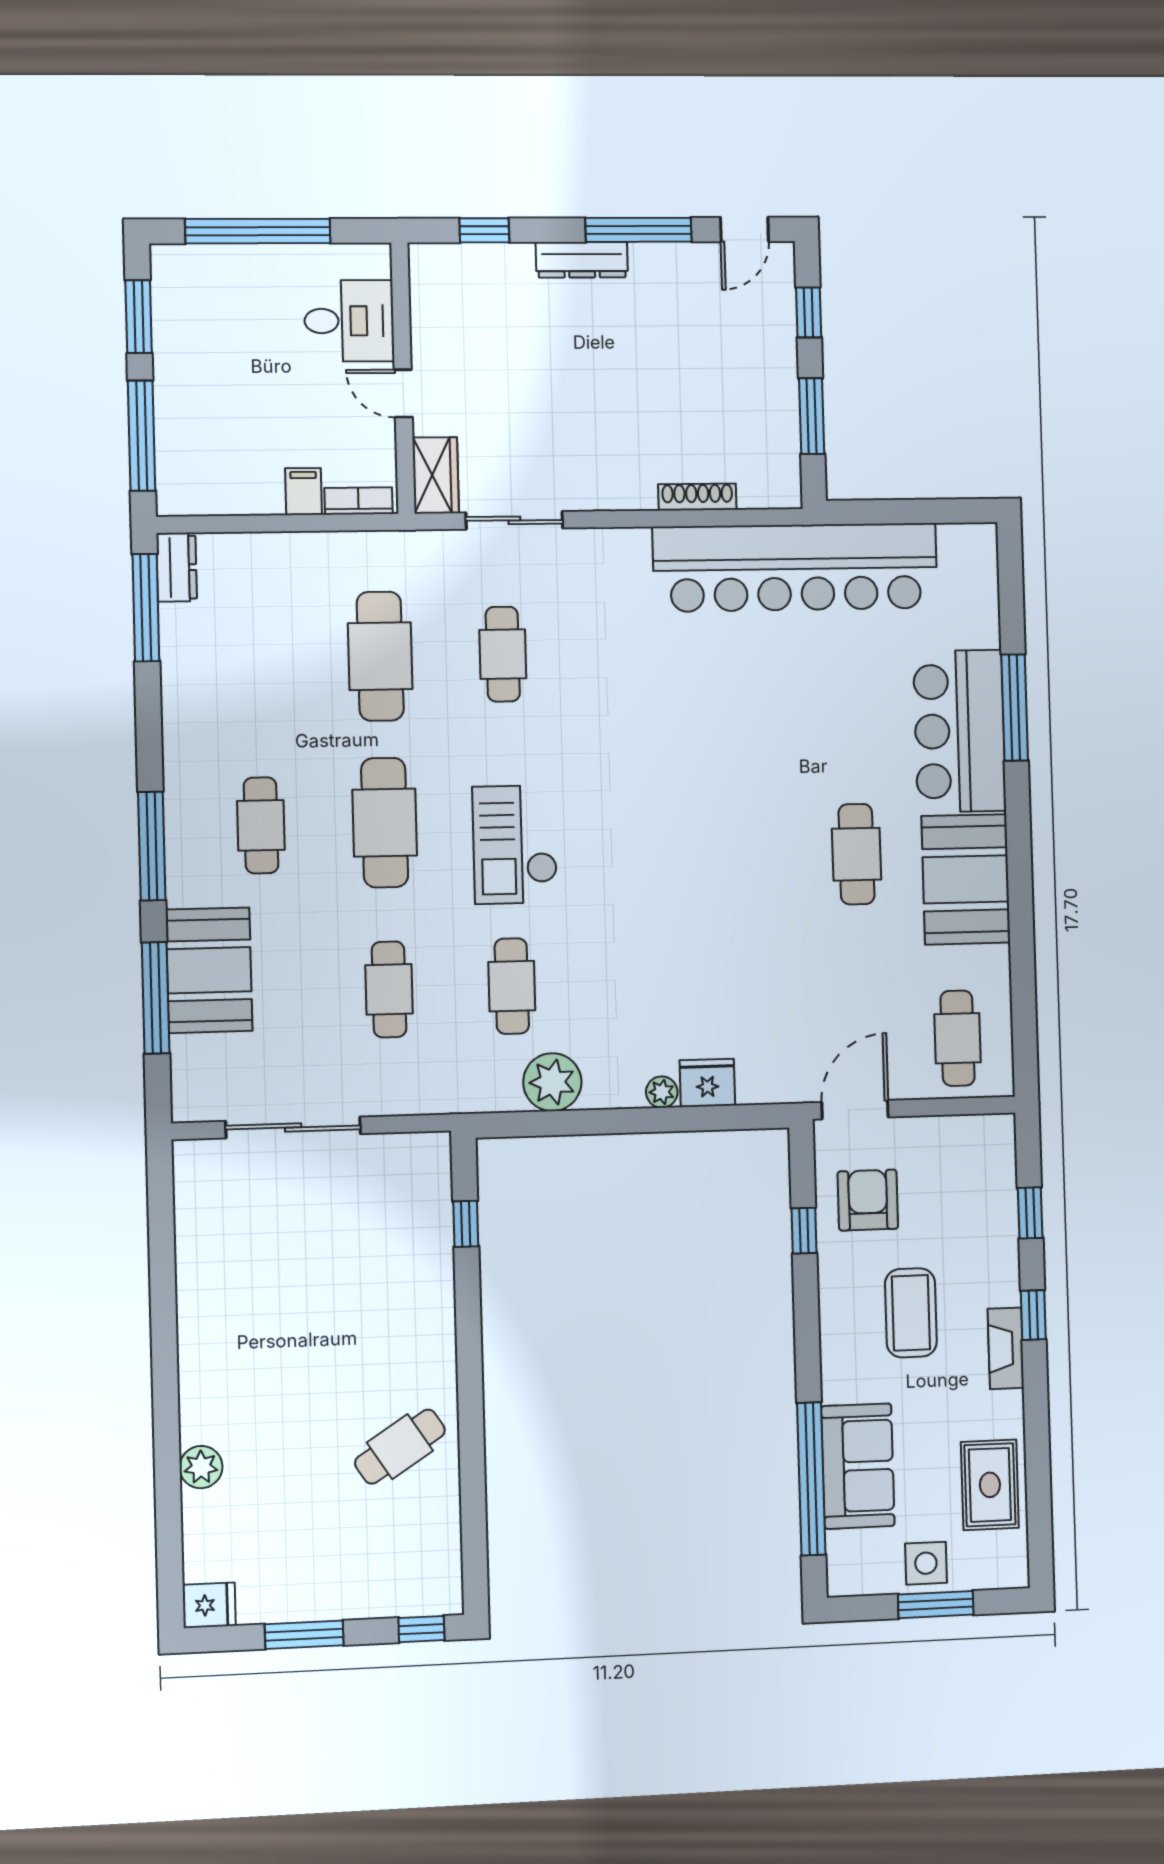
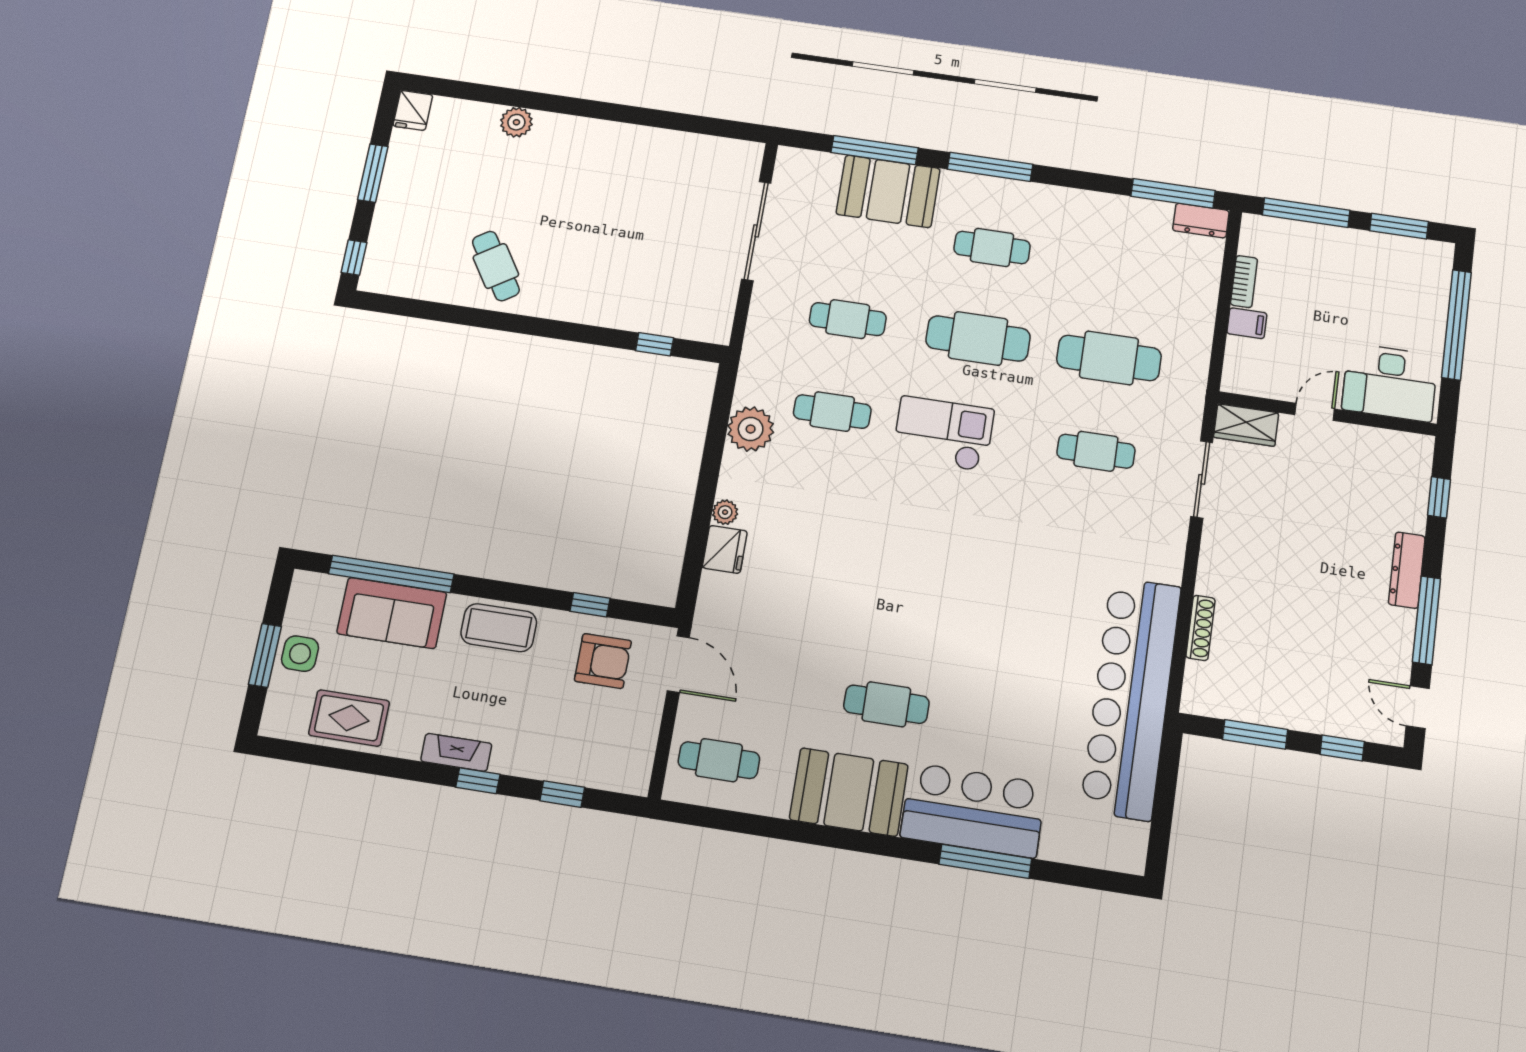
desk: (349, 321) -> (1390, 383), width x1.37
bookcase: (358, 501) -> (1244, 282), moved
coffee table: (911, 1313) -> (499, 628), moved

